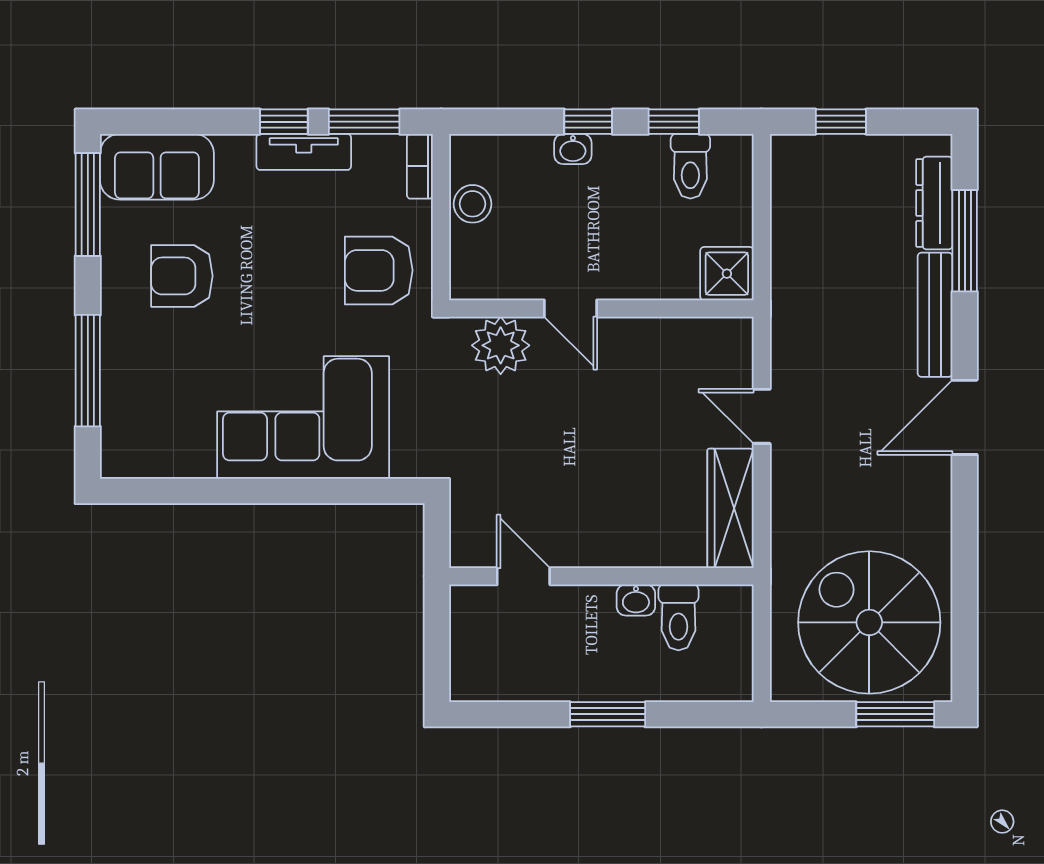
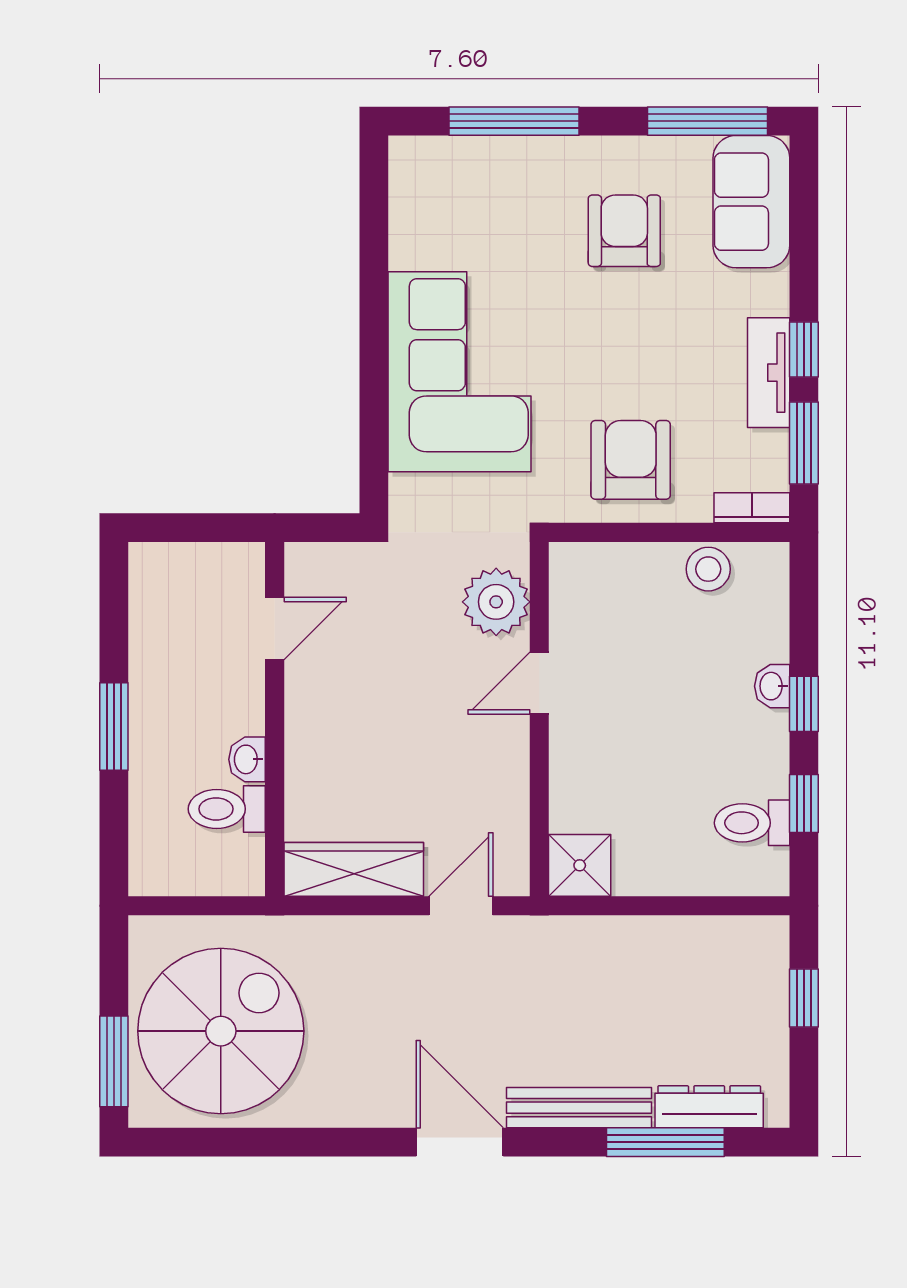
shower: (727, 274) -> (580, 865), moved
door: (570, 308) -> (539, 683), moved
wall: (601, 308) -> (539, 719), moved
plant: (501, 345) -> (496, 602), moved

